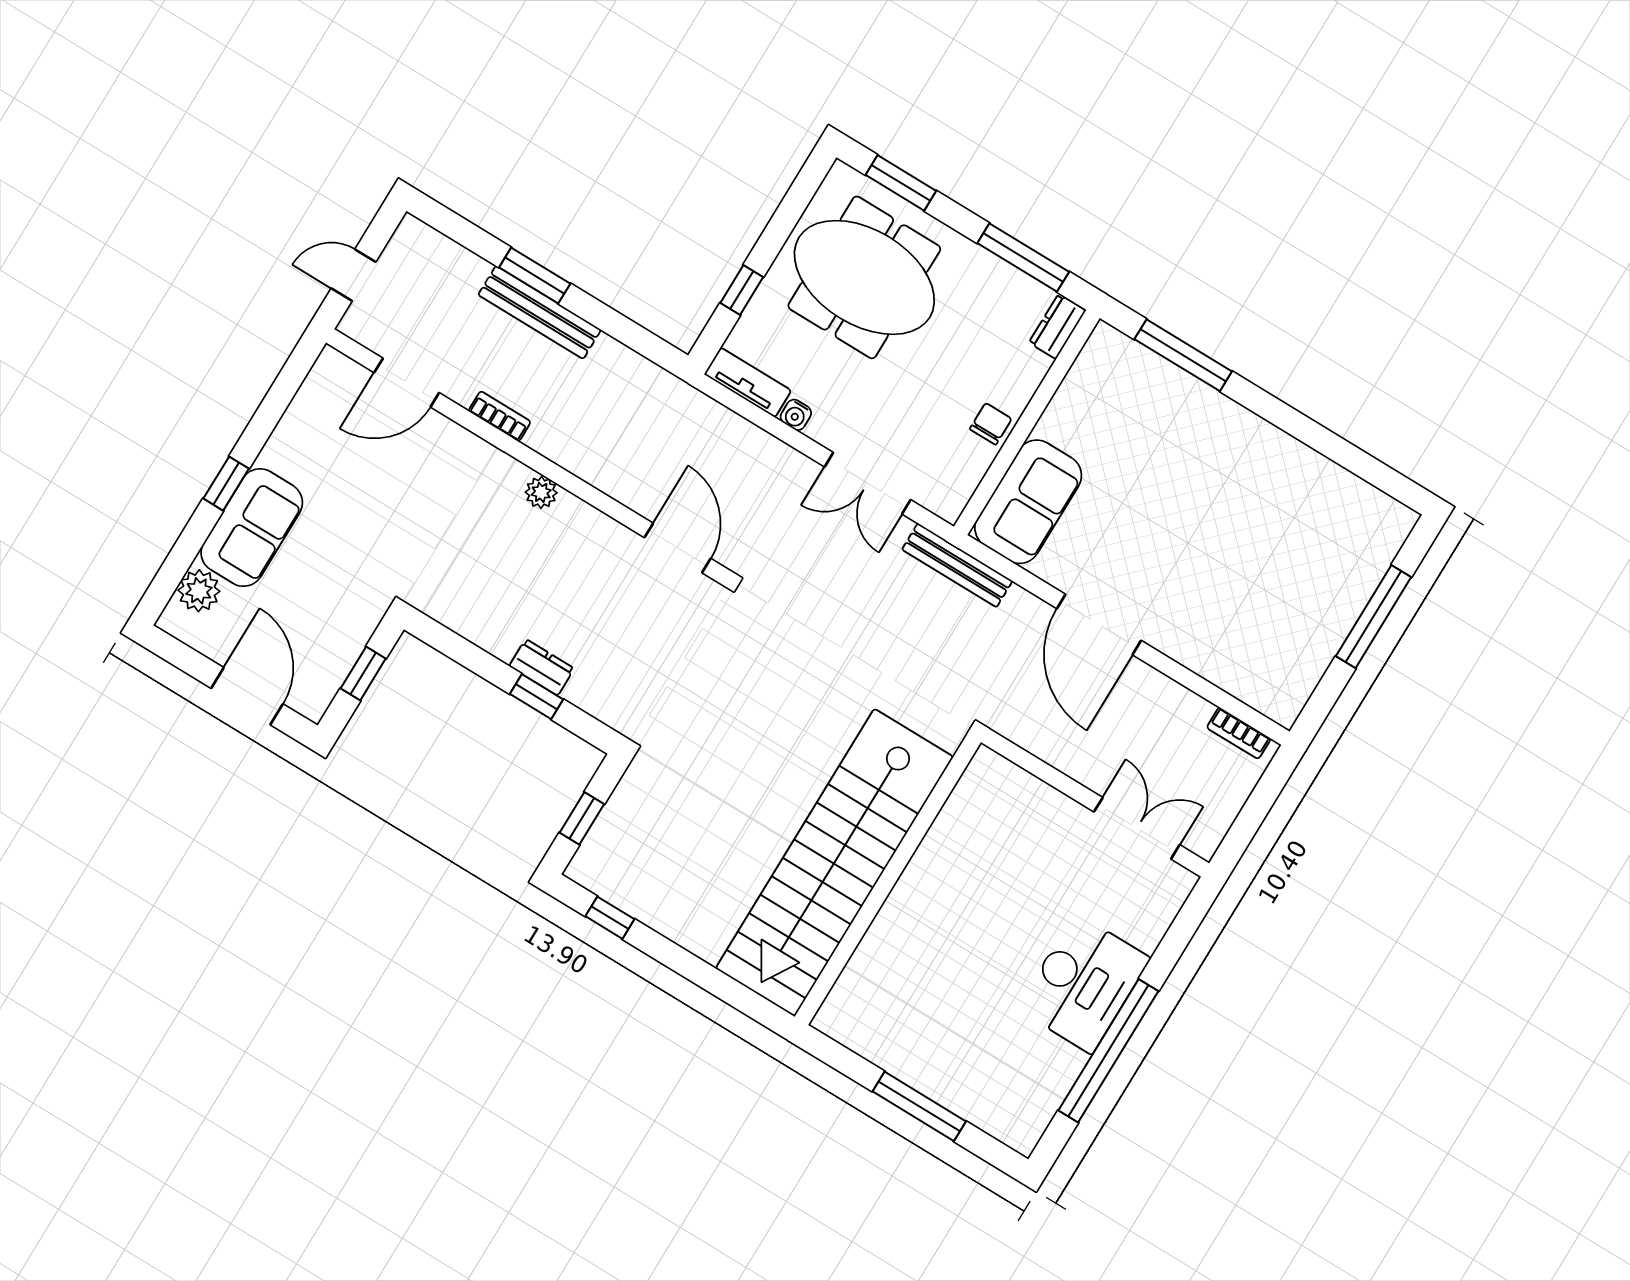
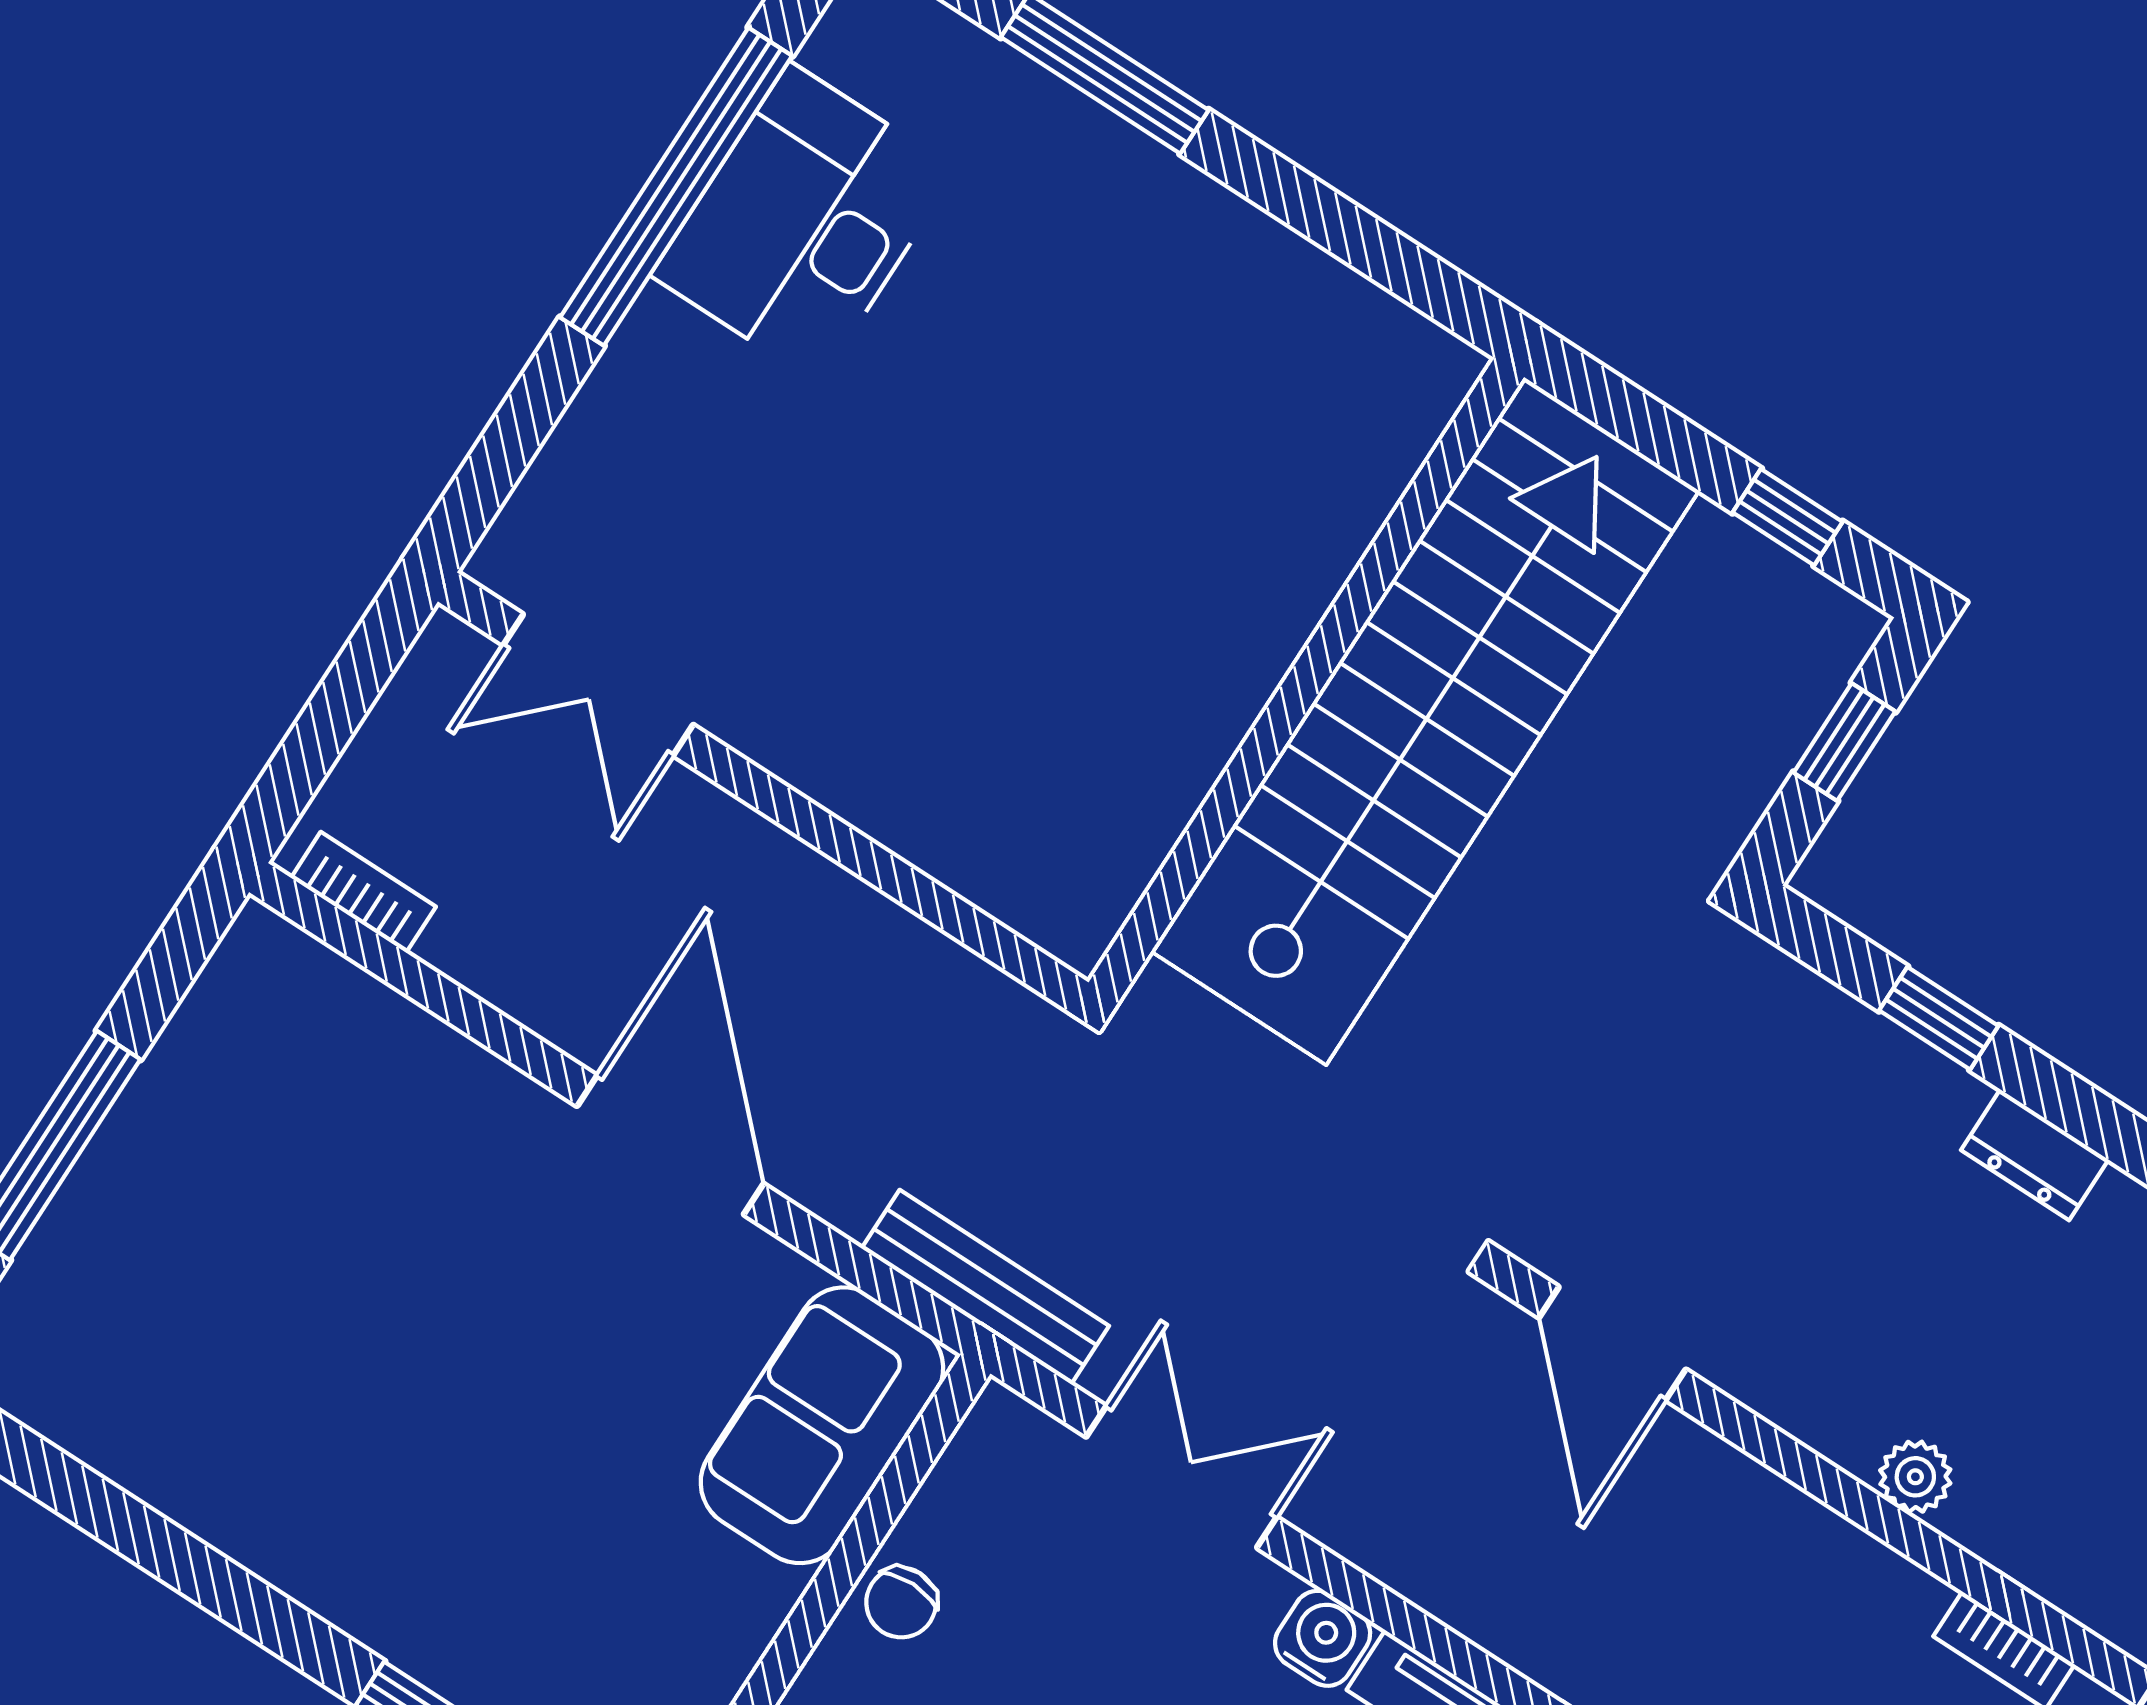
water cooler: (796, 415) -> (1323, 1638), width x1.38, depth x1.38
dresser: (542, 667) -> (2035, 1155), moved
stairs: (834, 863) -> (1425, 721), moved
wall: (888, 879) -> (1306, 680), moved
desk: (1083, 983) -> (804, 223), moved

